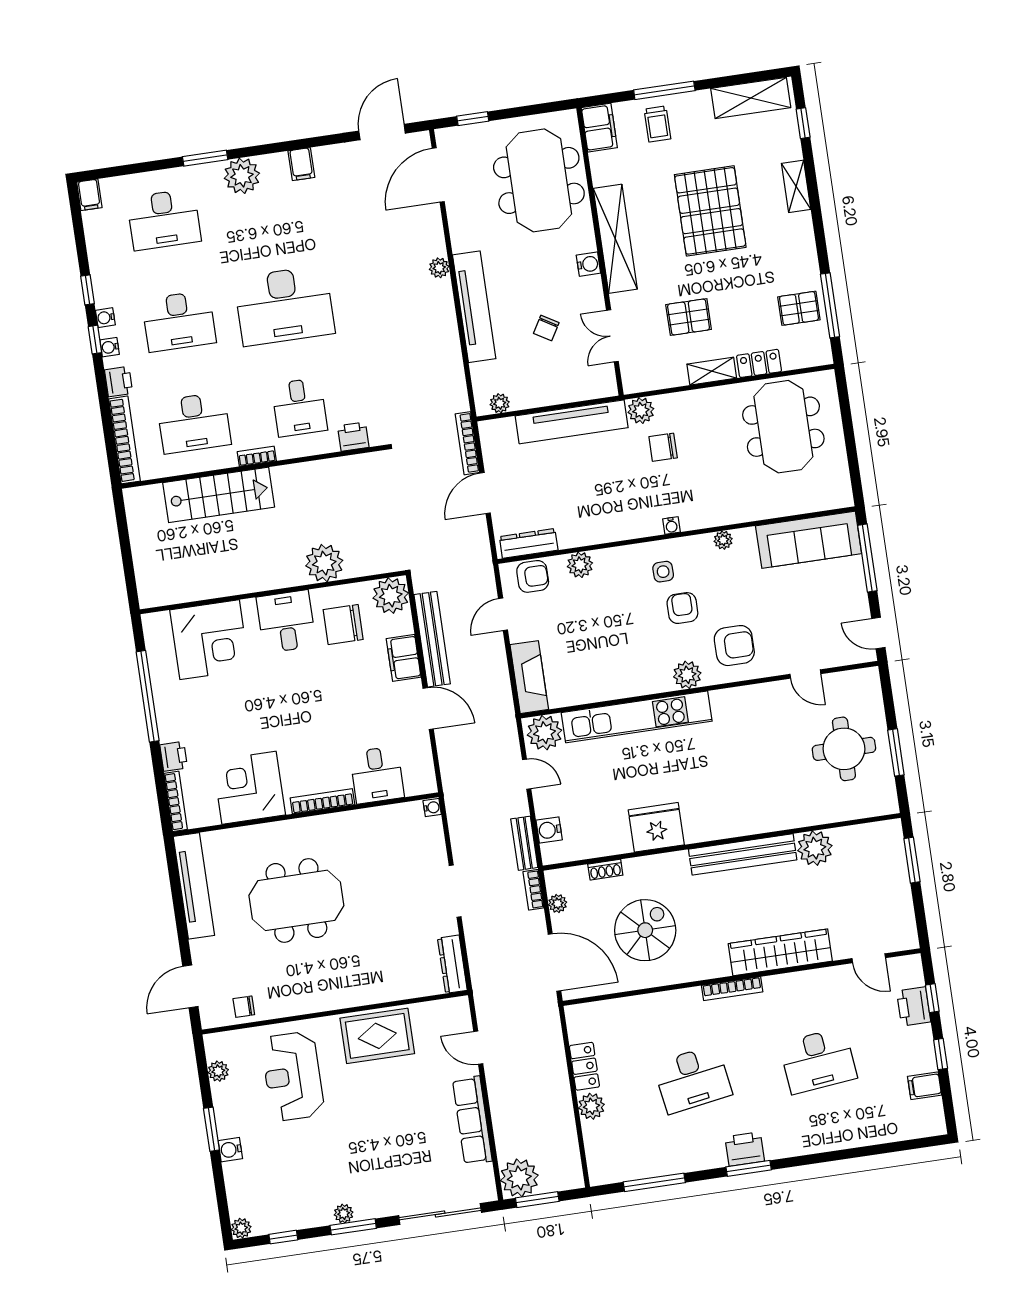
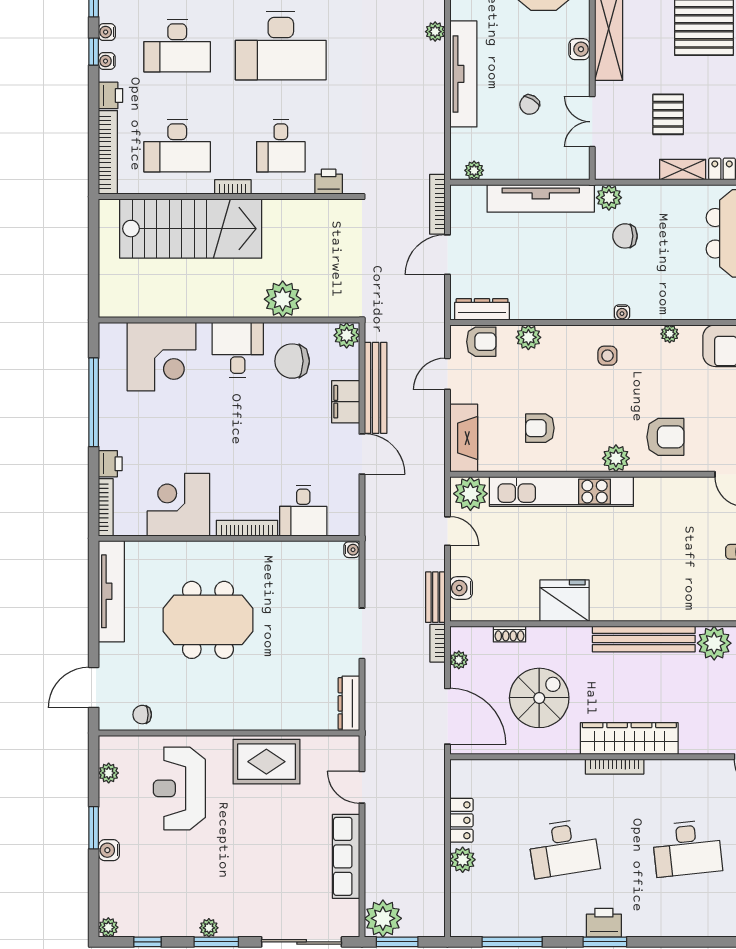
pallet: (689, 317) -> (668, 114), turned 90
stairs: (219, 495) -> (191, 229), width x1.36, depth x1.51
plant: (391, 596) -> (347, 335), width x0.73, depth x0.73
armchair: (682, 608) -> (540, 428), moved, turned -90
wardrobe: (780, 952) -> (629, 739), moved

